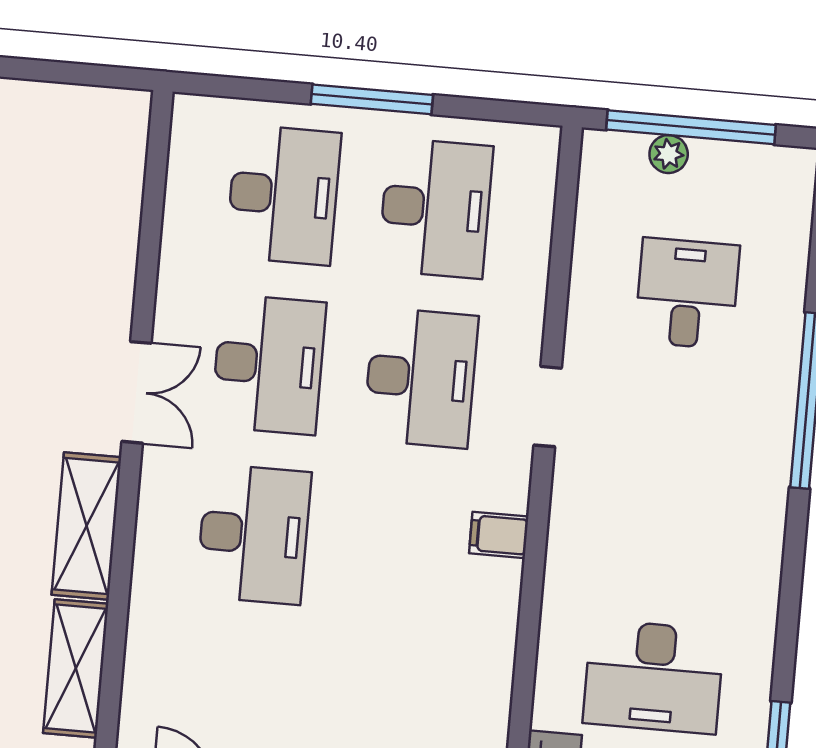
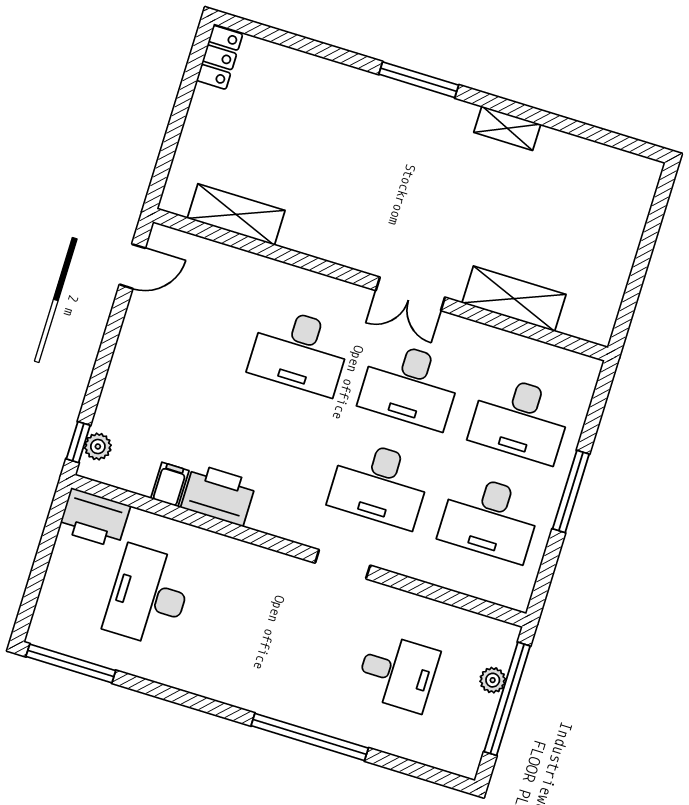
shelving: (86, 526) -> (514, 299), moved
filing cabinet: (499, 535) -> (170, 484), moved
printer: (486, 607) -> (219, 495), added

